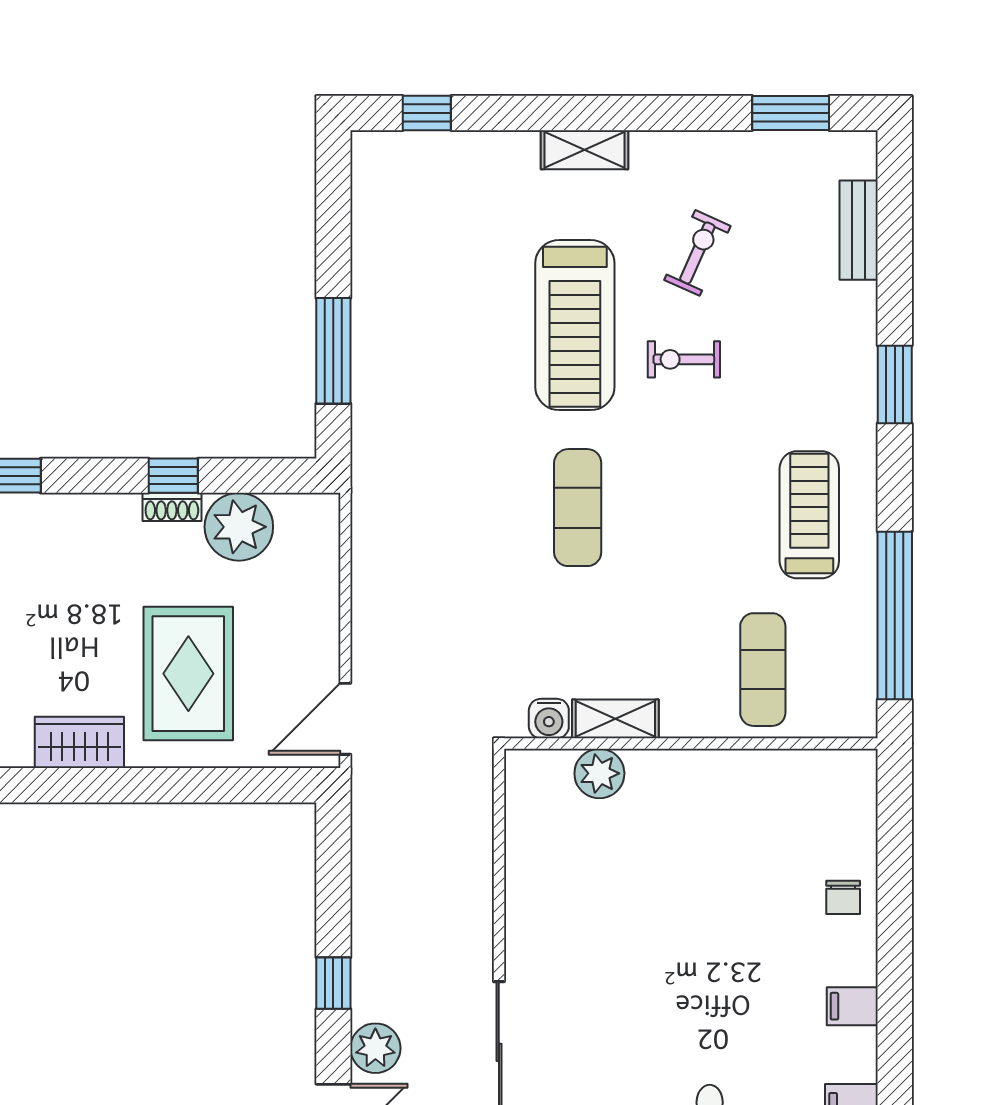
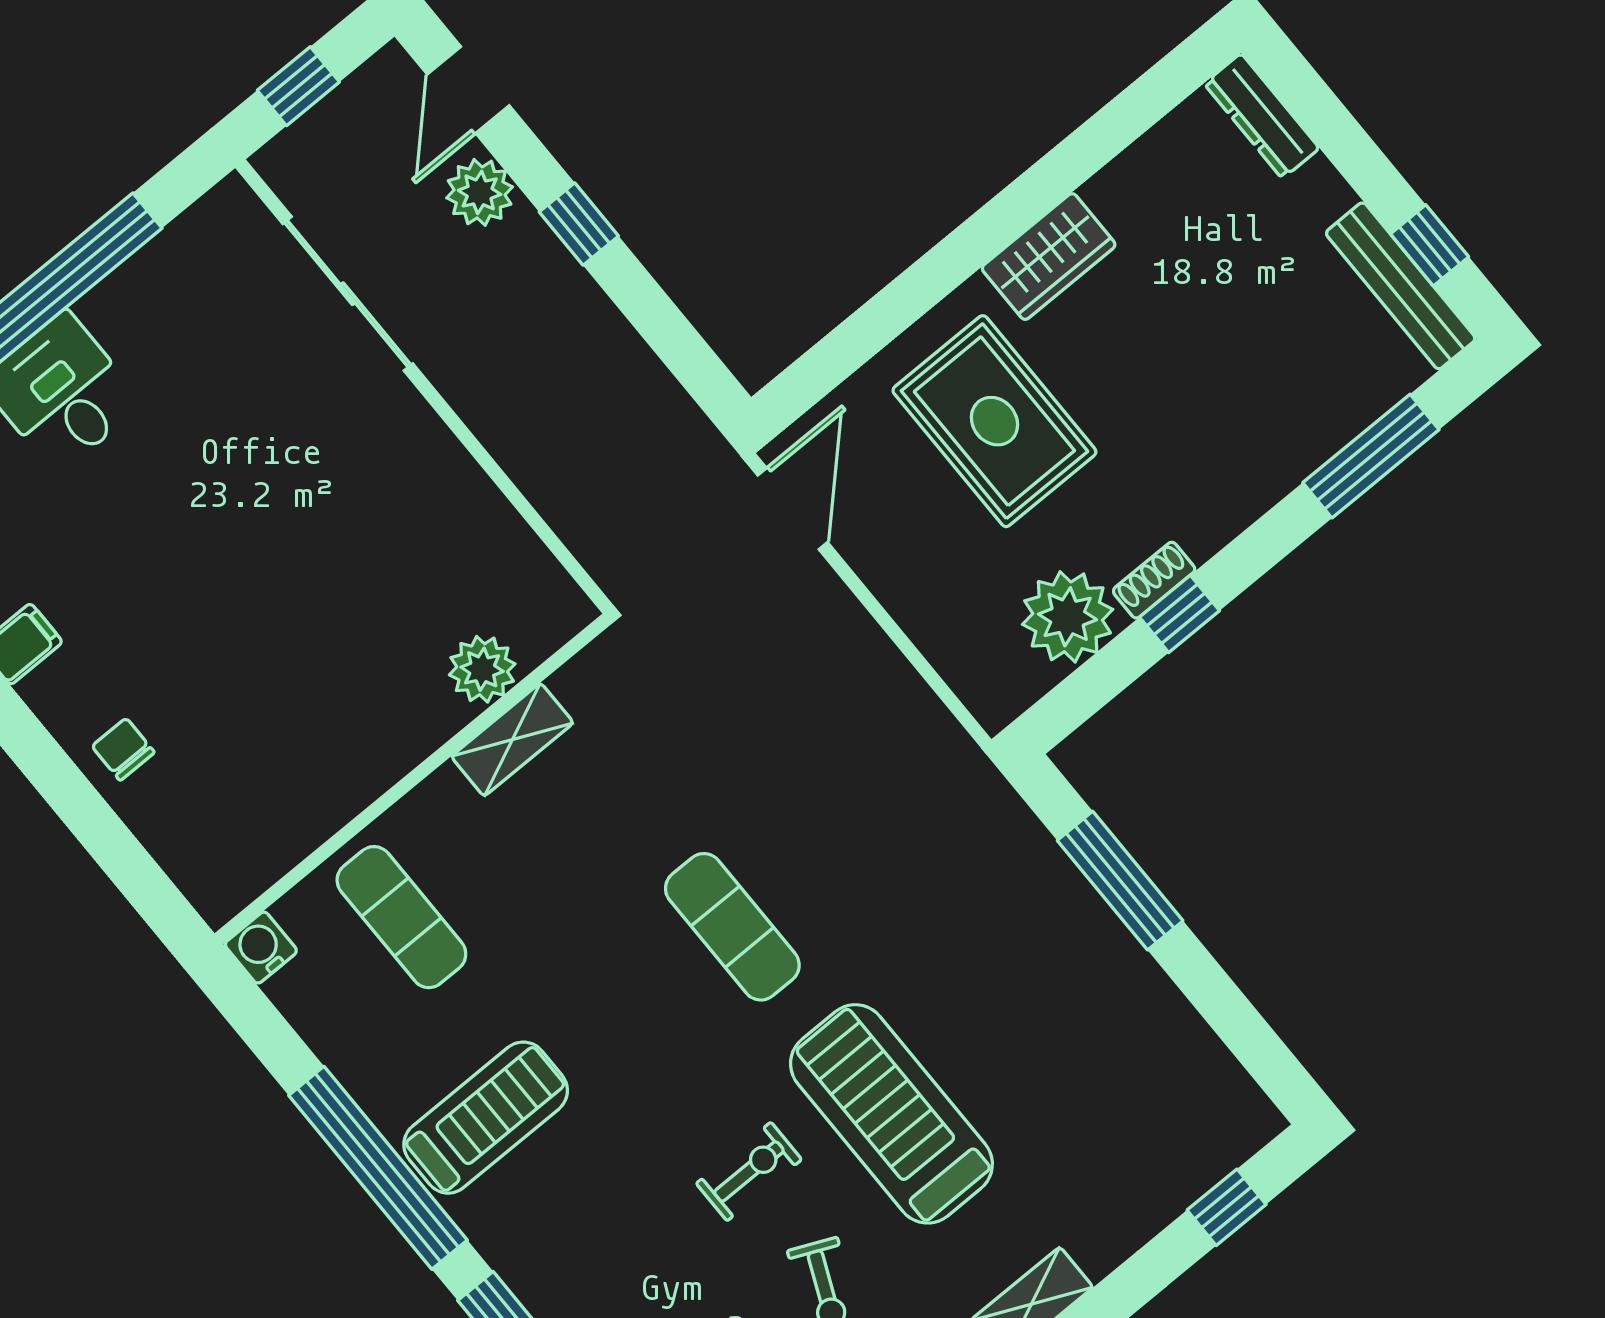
treadmill: (809, 515) -> (486, 1118), turned -90
window: (895, 616) -> (378, 1168), moved
water cooler: (549, 719) -> (261, 948), moved

